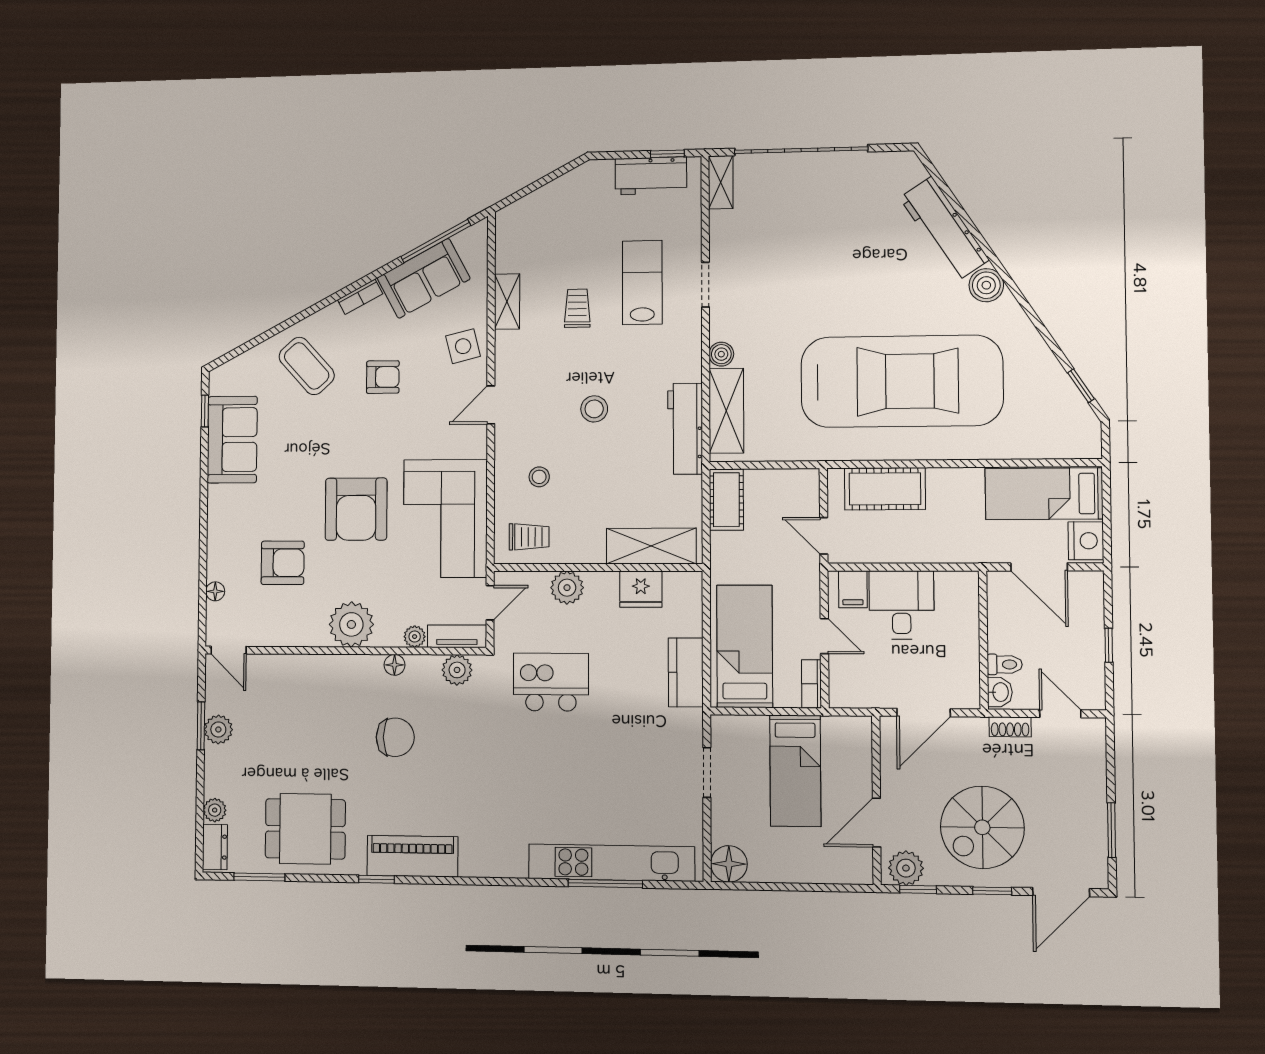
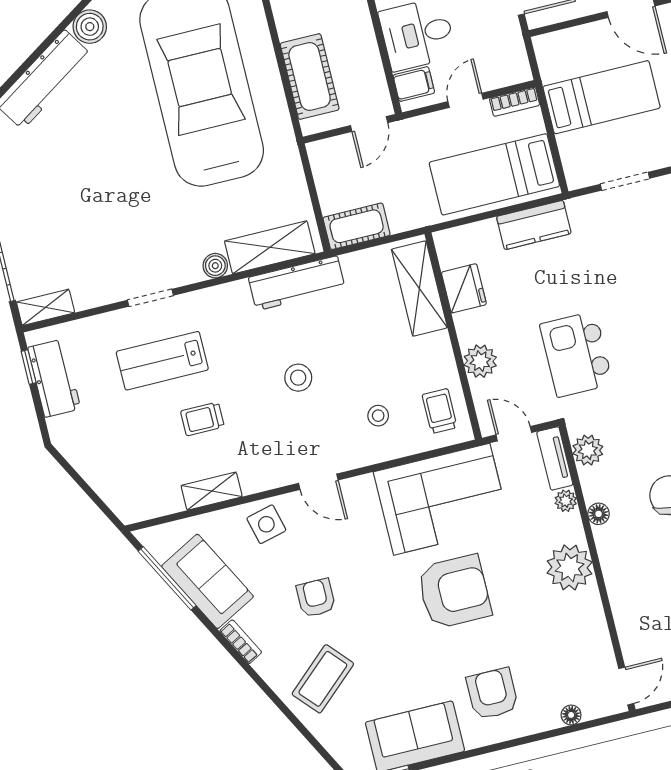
armchair: (283, 563) -> (492, 694), moved

